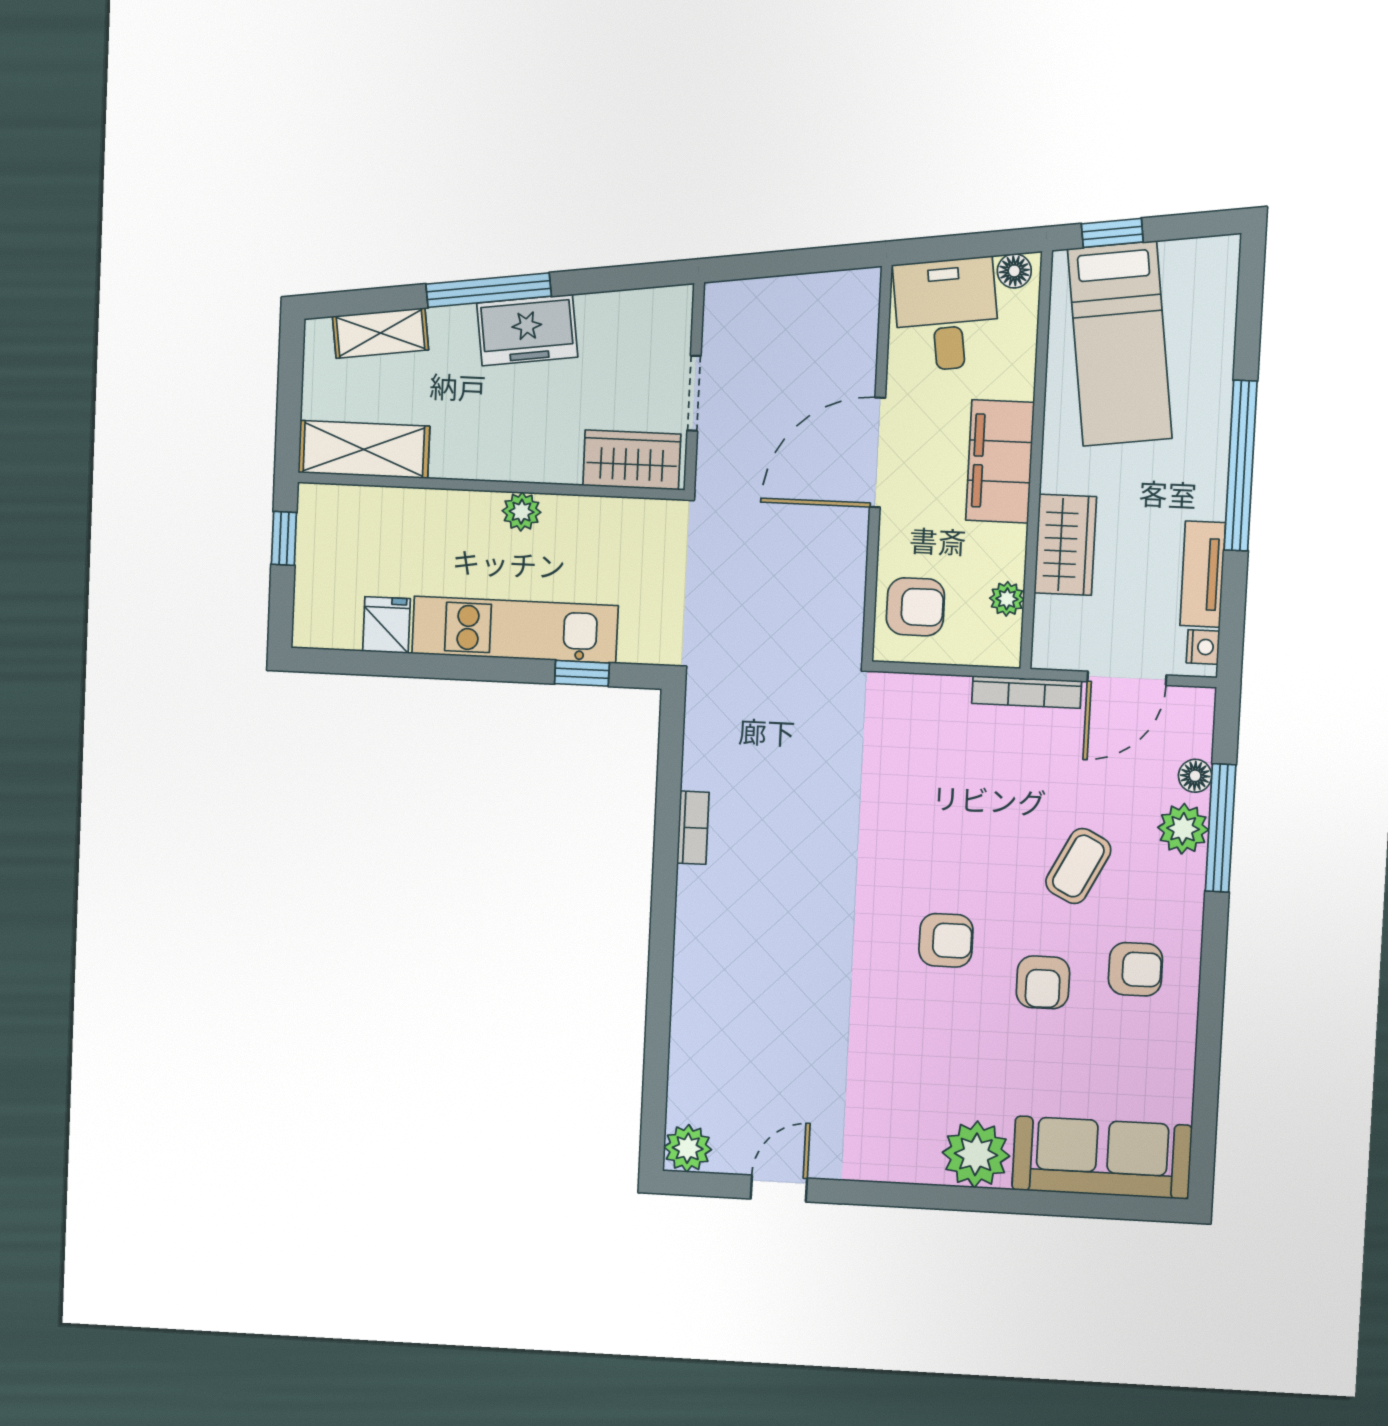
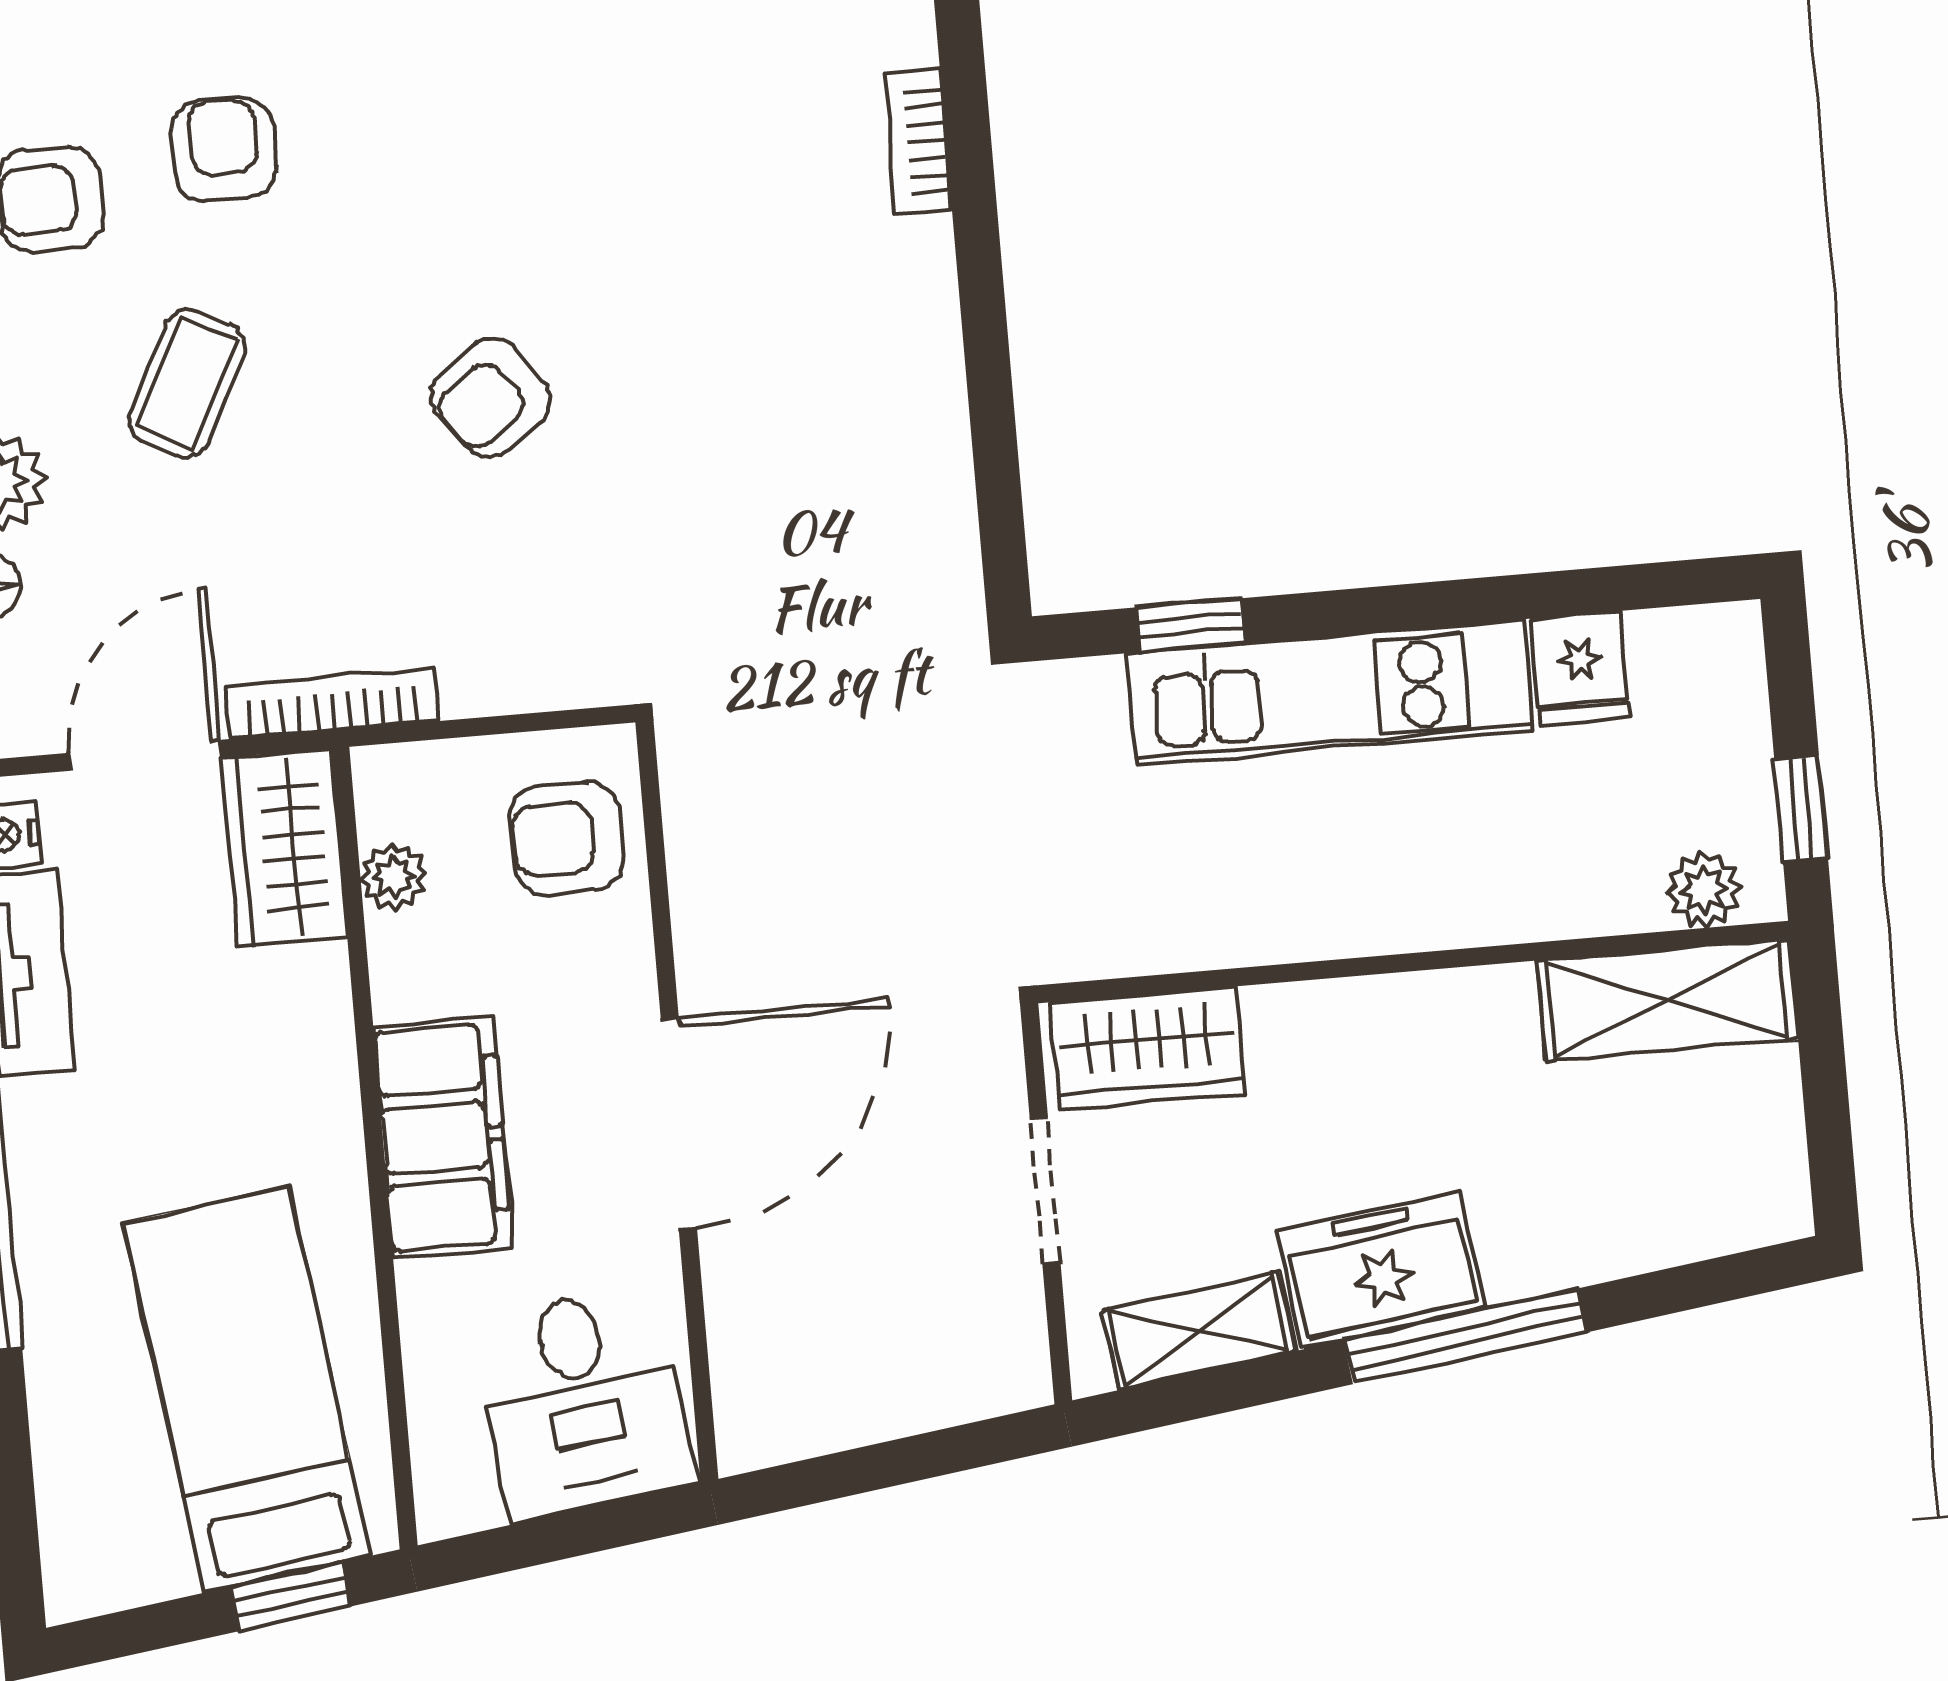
floor lamp: (1014, 271) -> (466, 1502), removed
shelving: (381, 333) -> (1199, 1331), moved
plant: (521, 512) -> (1704, 890), moved
wardrobe: (1065, 545) -> (284, 848), moved
bookcase: (693, 828) -> (918, 142), moved
armchair: (946, 940) -> (490, 398), moved, turned -36

